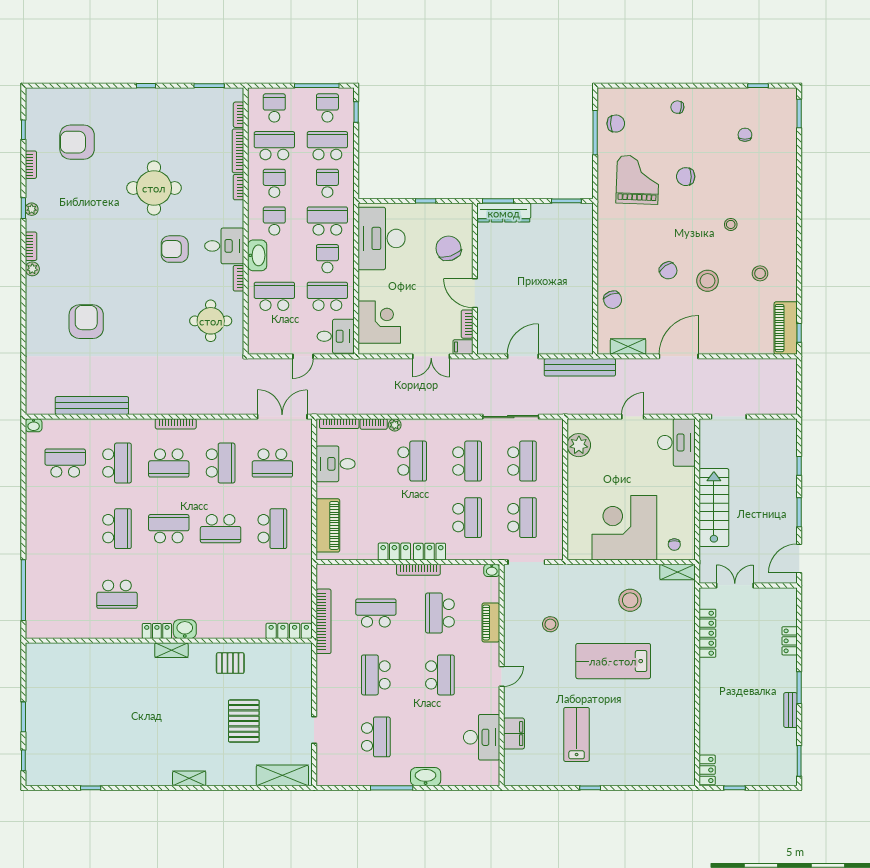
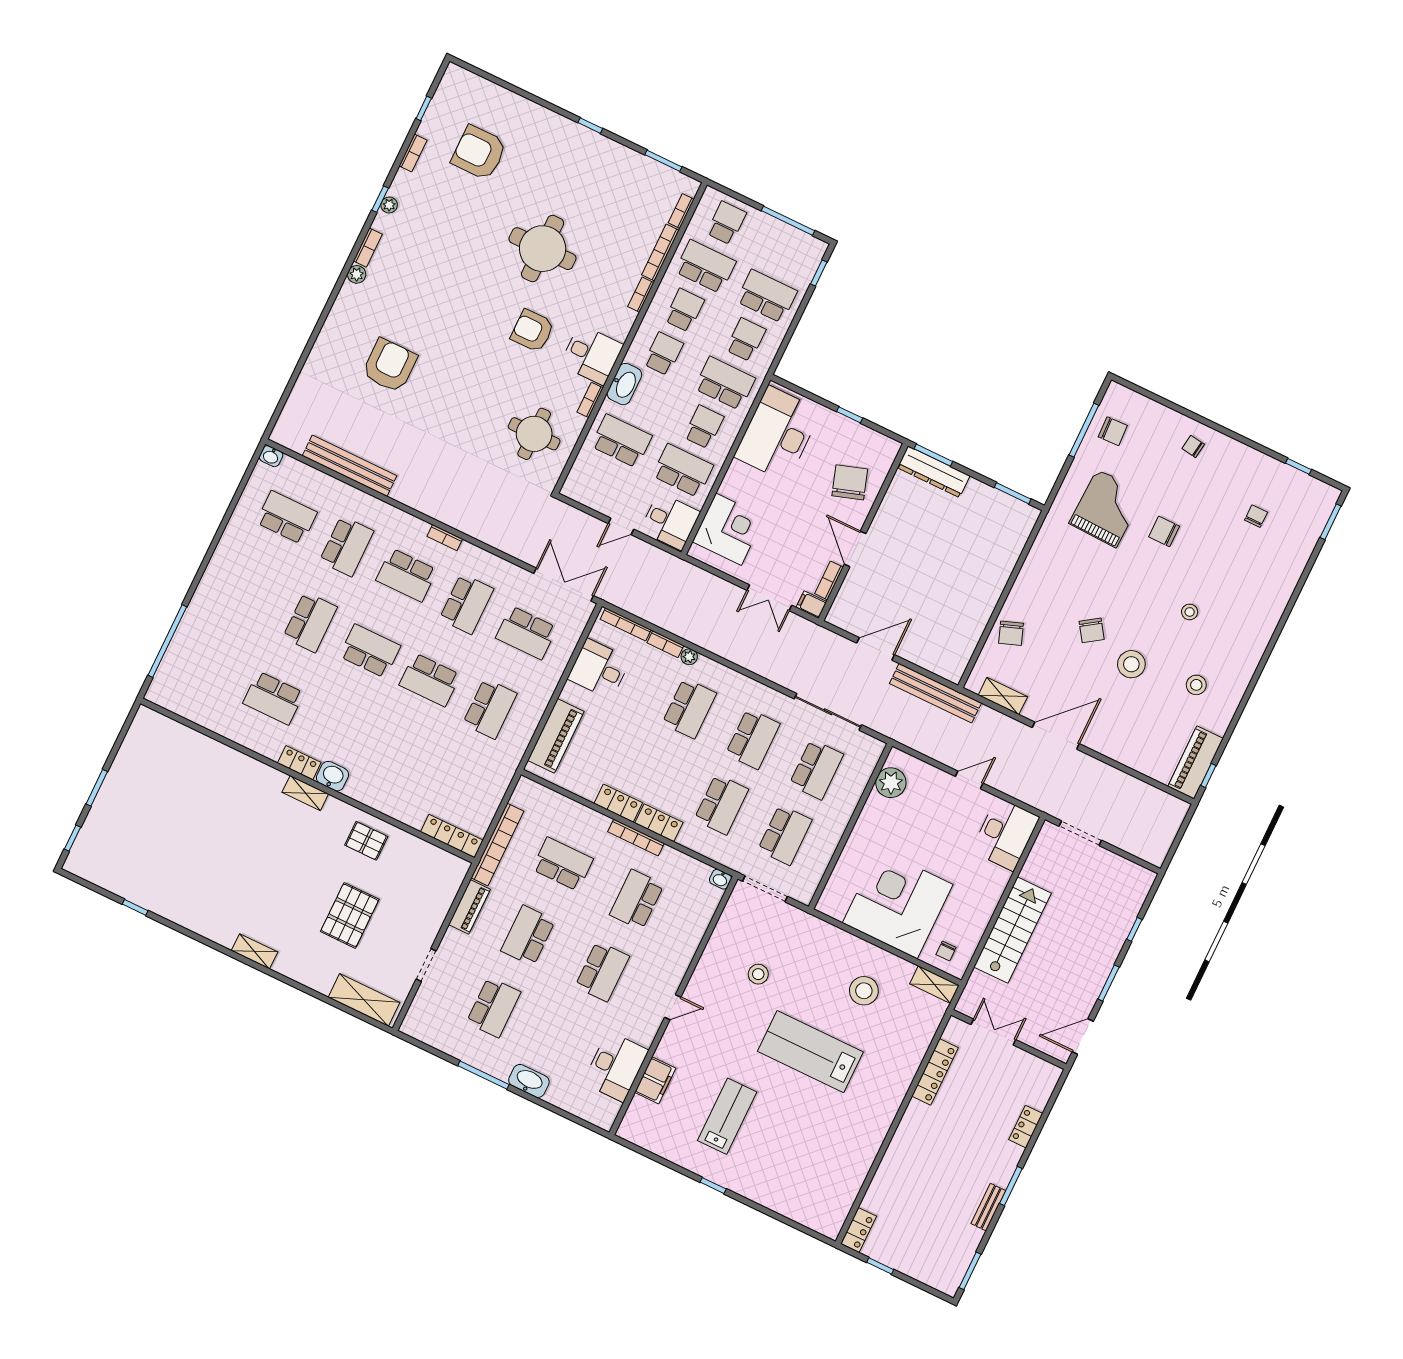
school desk: (327, 108) -> (788, 253), removed
bookcase: (176, 424) -> (445, 538), width x0.64
piano: (491, 622) -> (469, 907), moved, turned 180

